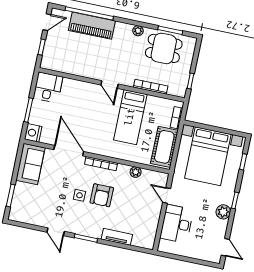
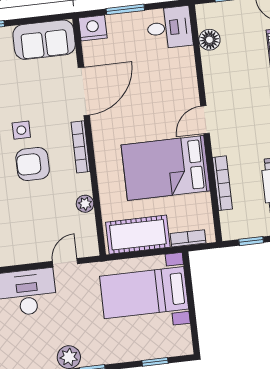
floor lamp: (63, 66) -> (209, 40), added
bed: (130, 117) -> (166, 168), width x1.50
bed with nightstands: (208, 156) -> (144, 293), width x0.73

